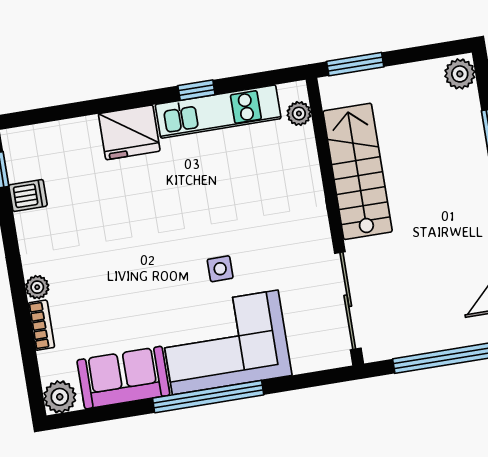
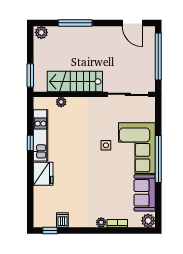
plant: (299, 114) -> (61, 102), moved

